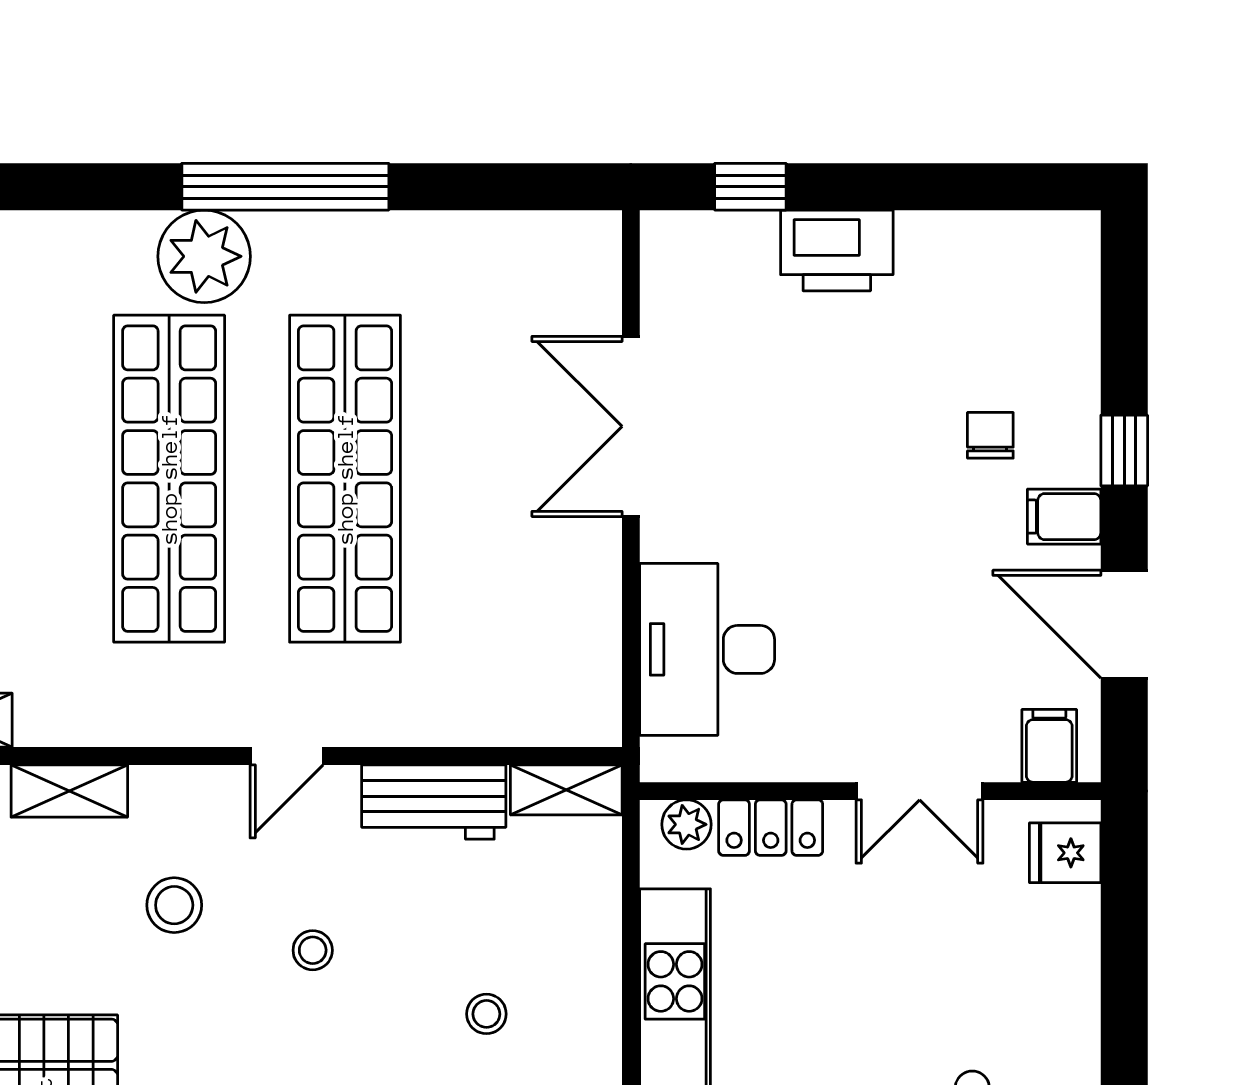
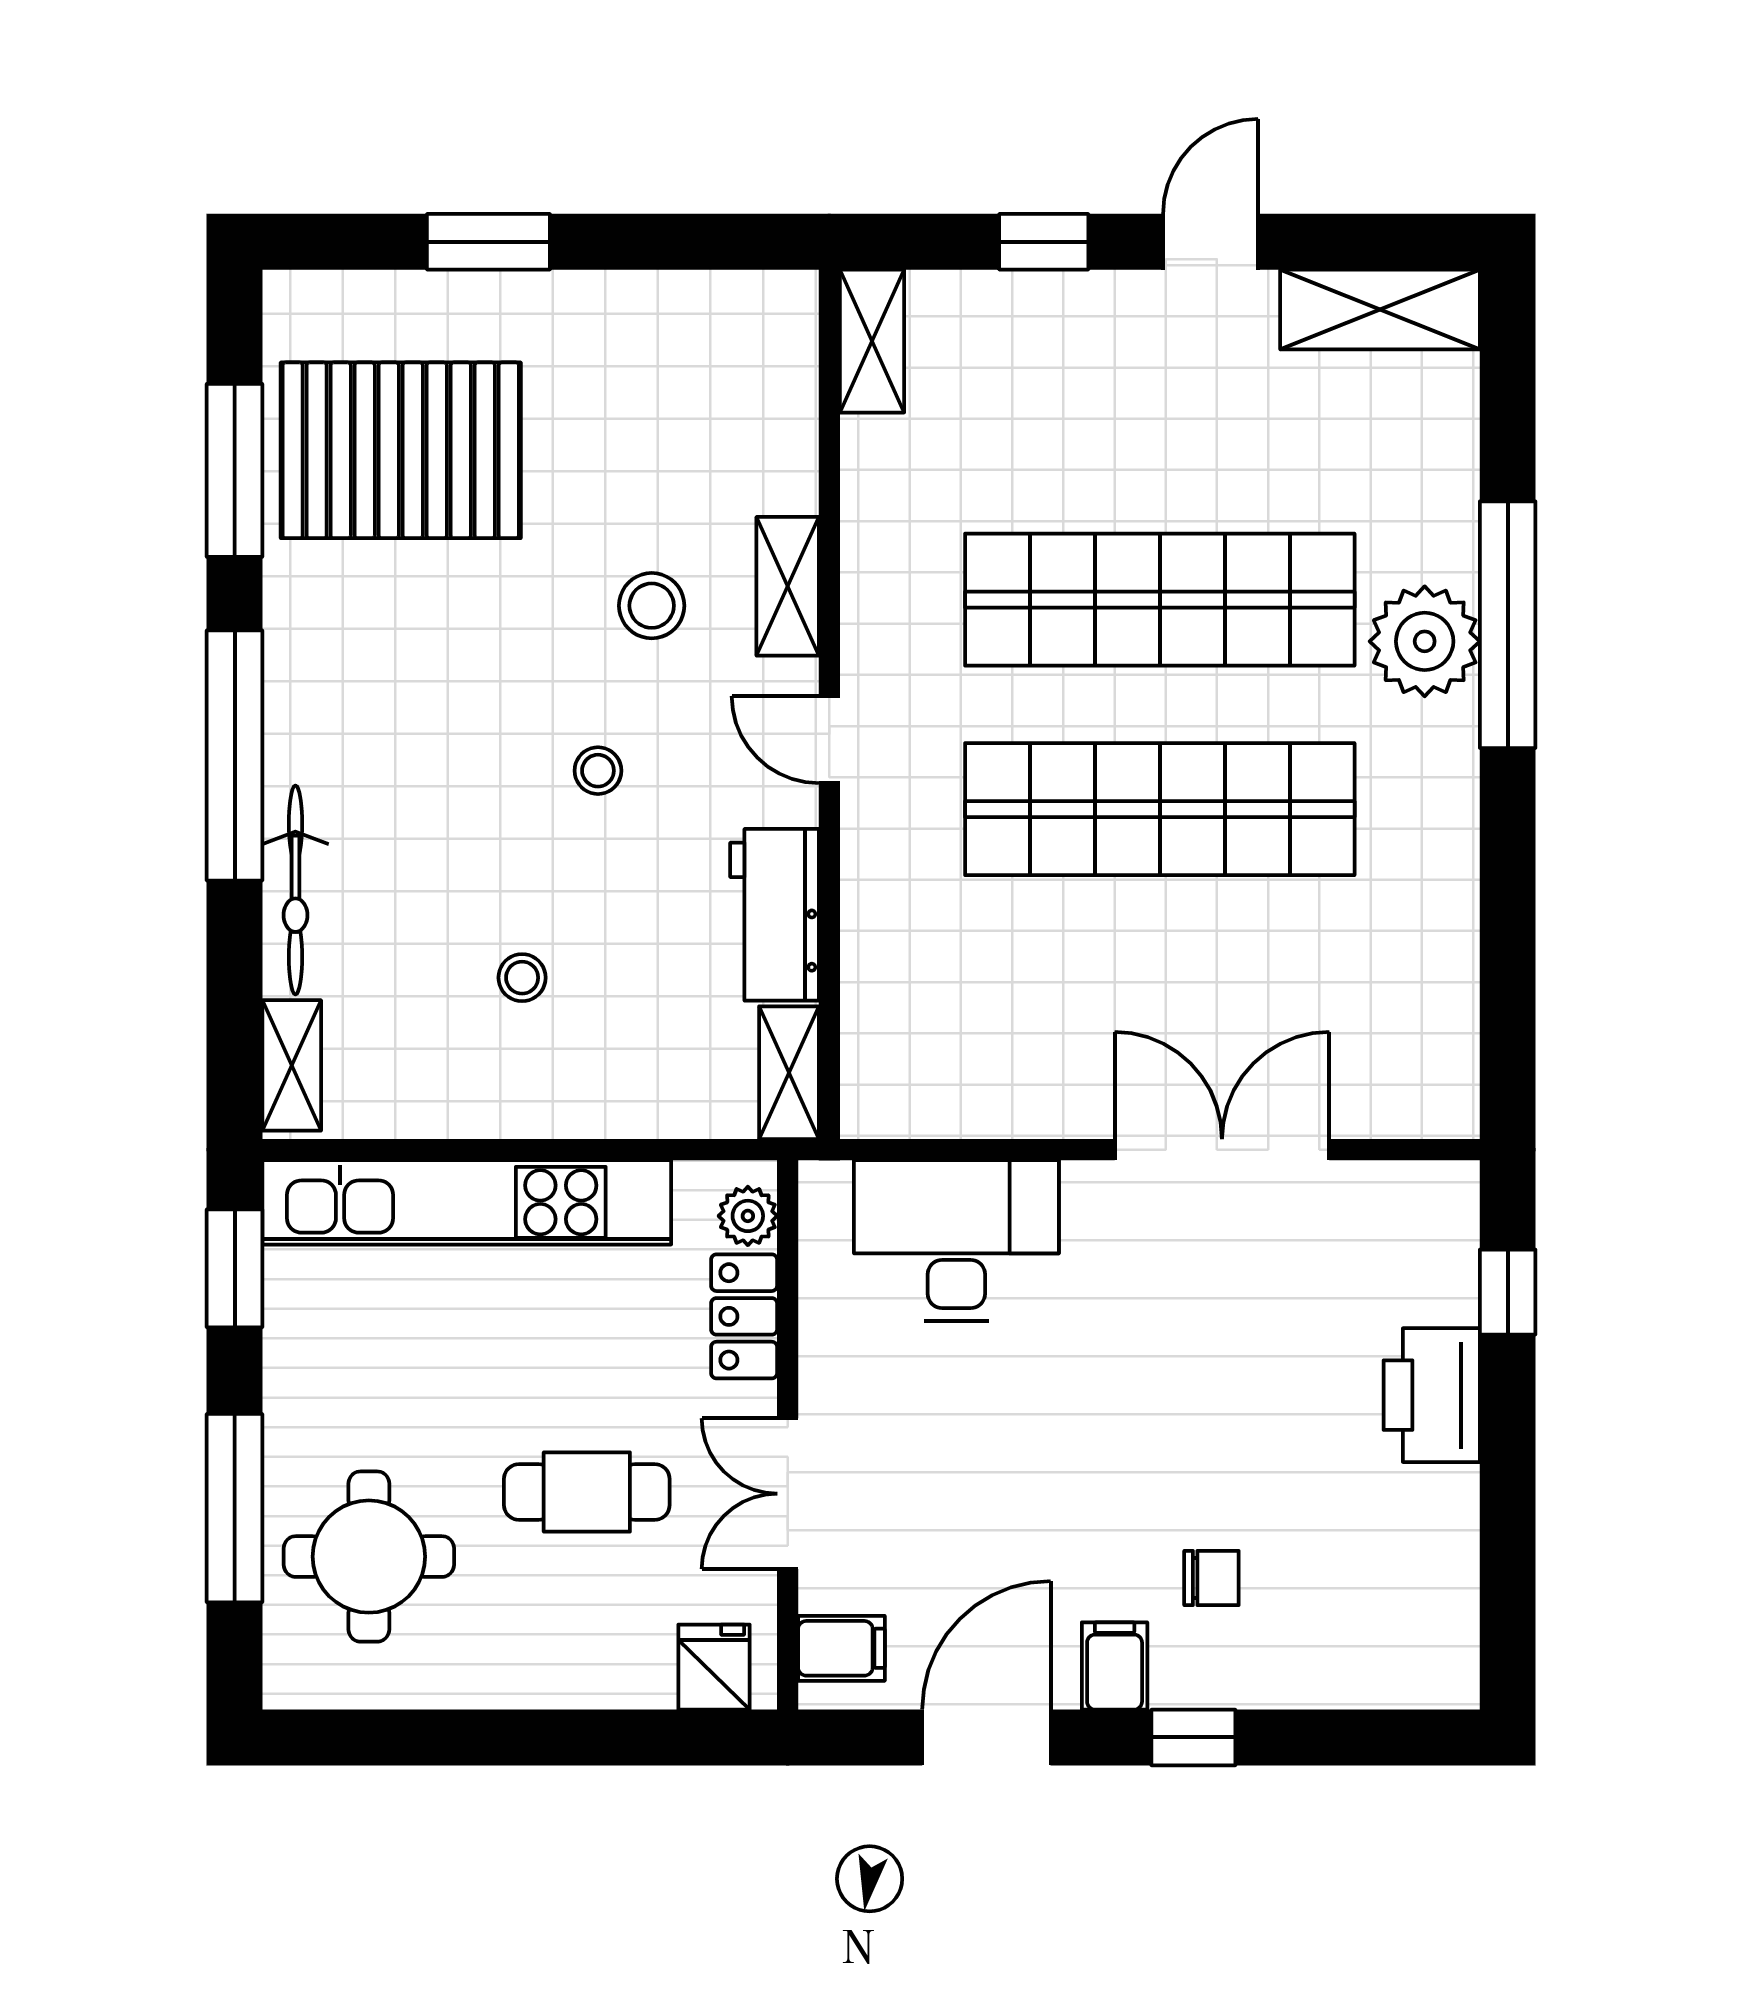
window: (285, 187) -> (1508, 625), moved
shelving: (69, 791) -> (788, 586), moved
cafe table: (918, 960) -> (587, 1492), added

